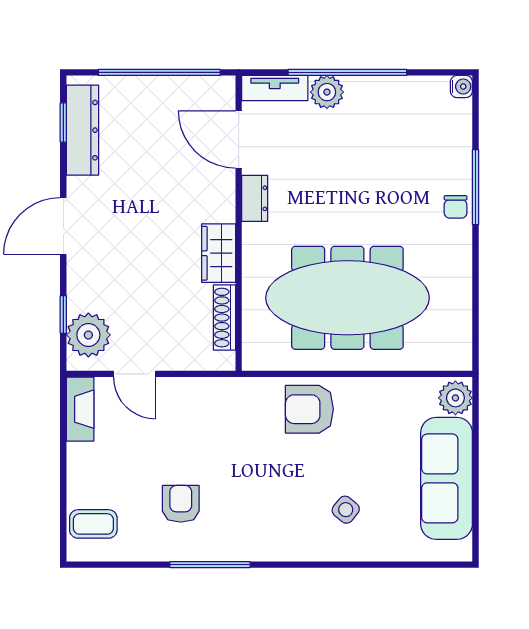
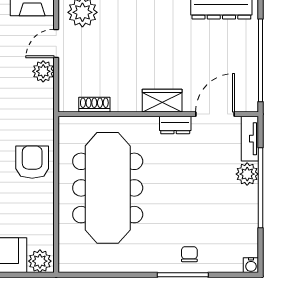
chair: (456, 207) -> (189, 254), moved, turned 90
wardrobe: (219, 253) -> (162, 101), moved
shoe rack: (224, 318) -> (94, 105), width x0.70
plant: (176, 393) -> (43, 71), added

